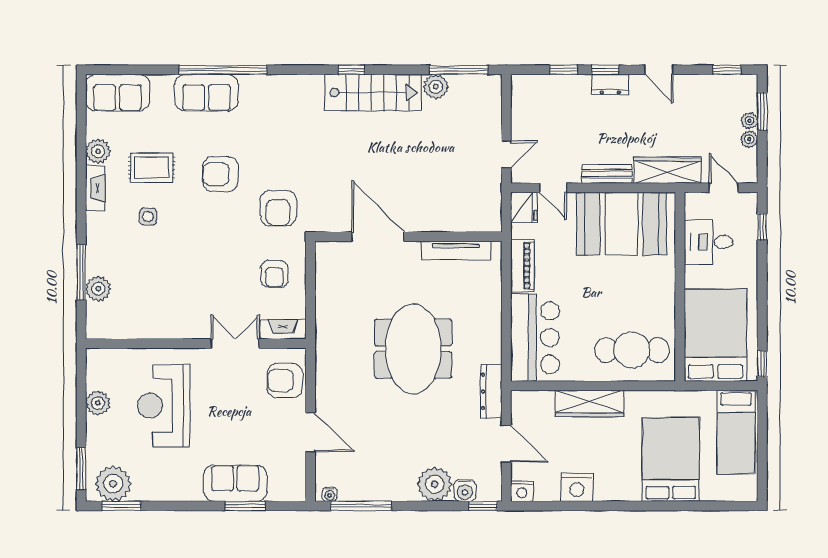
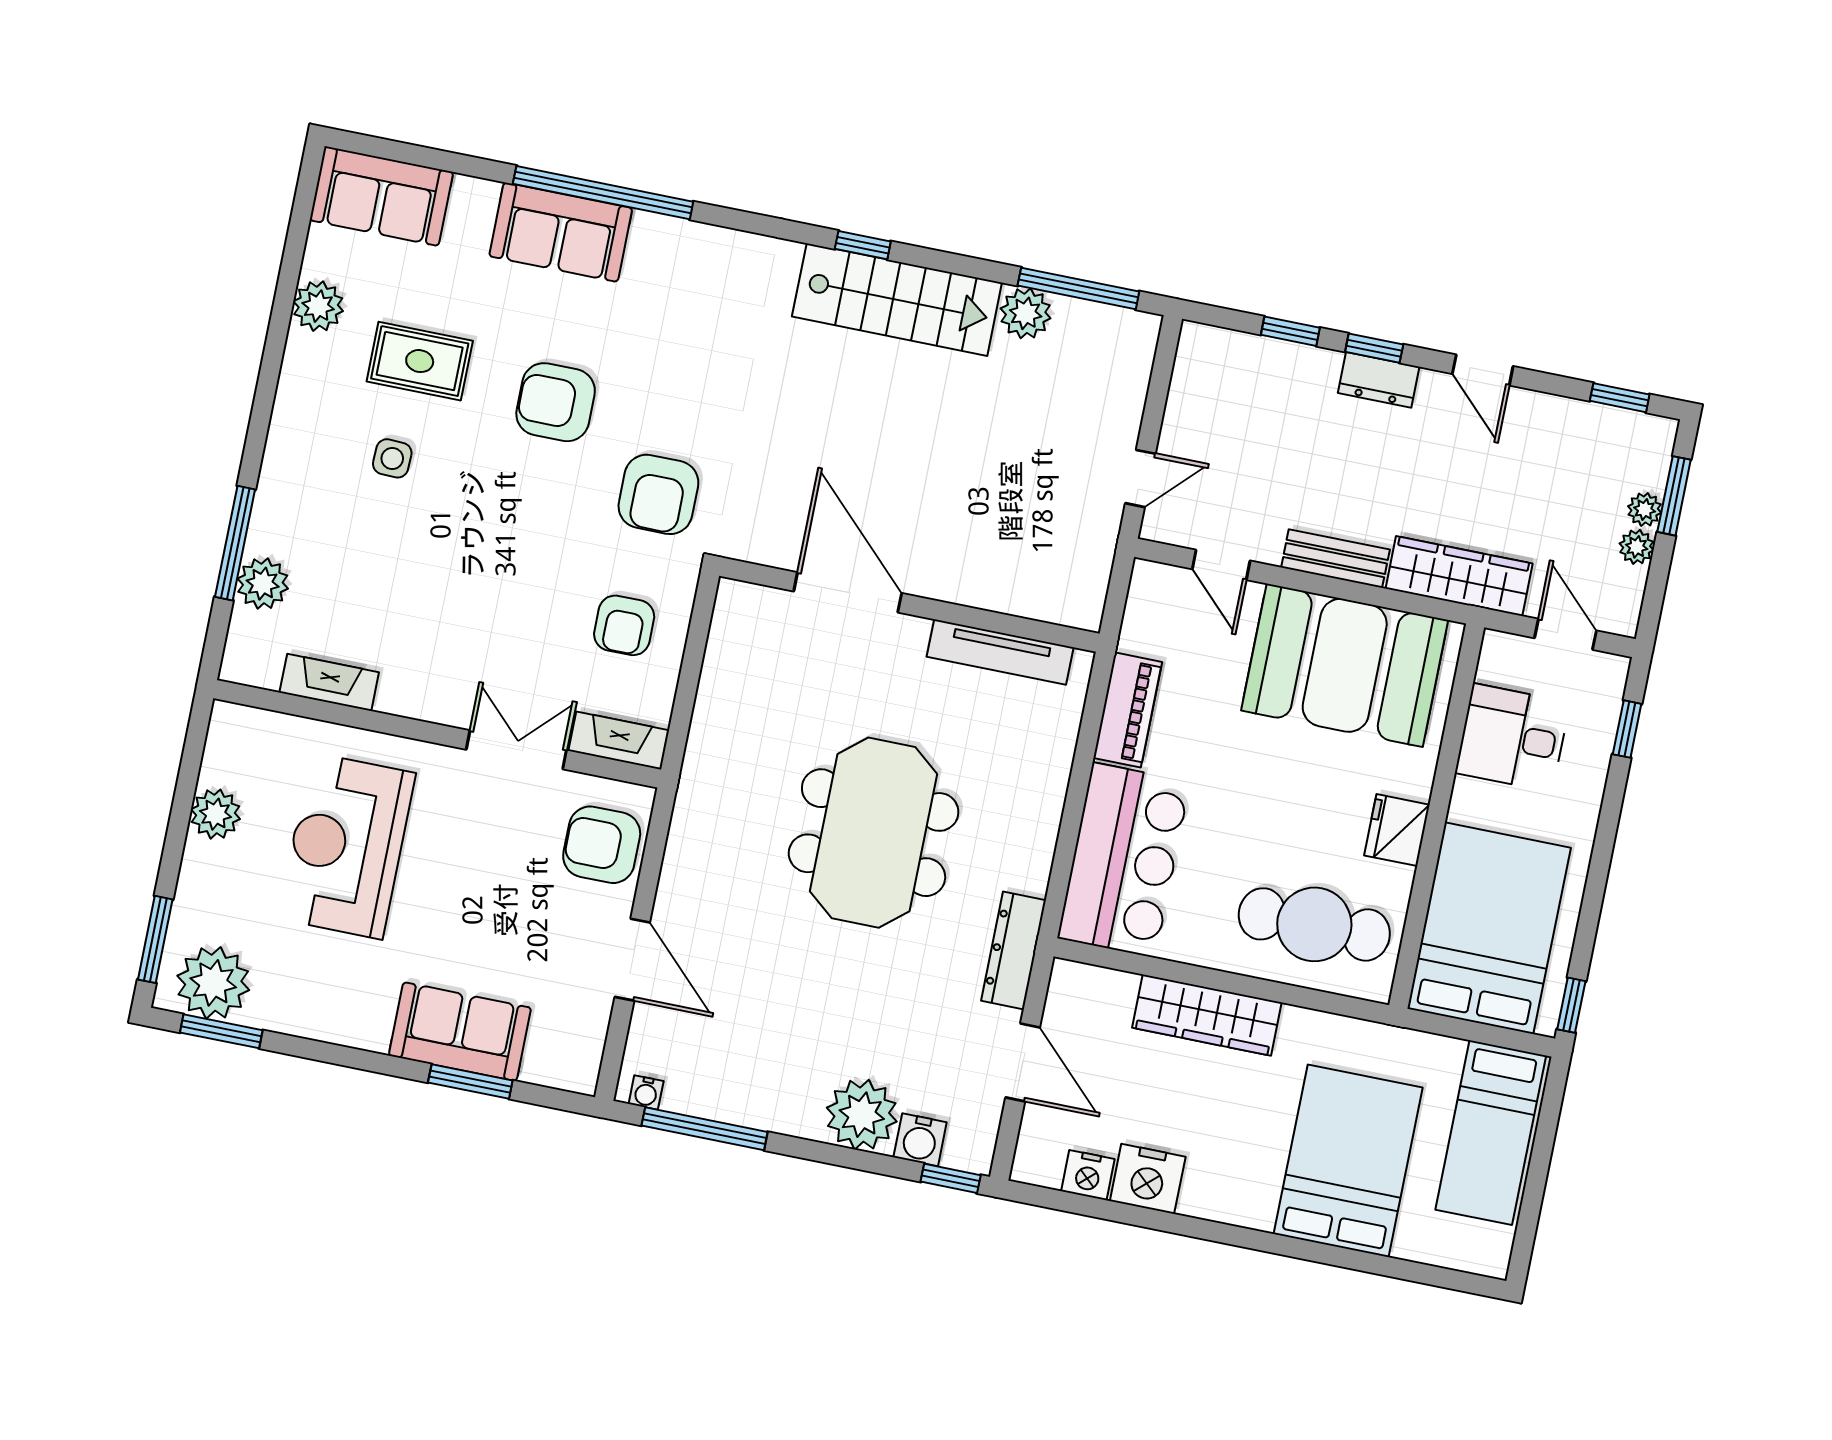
fireplace: (95, 188) -> (329, 682), moved, turned -90
fridge: (524, 207) -> (1397, 830), moved, turned 180
nightstand: (522, 491) -> (1088, 1175), moved

